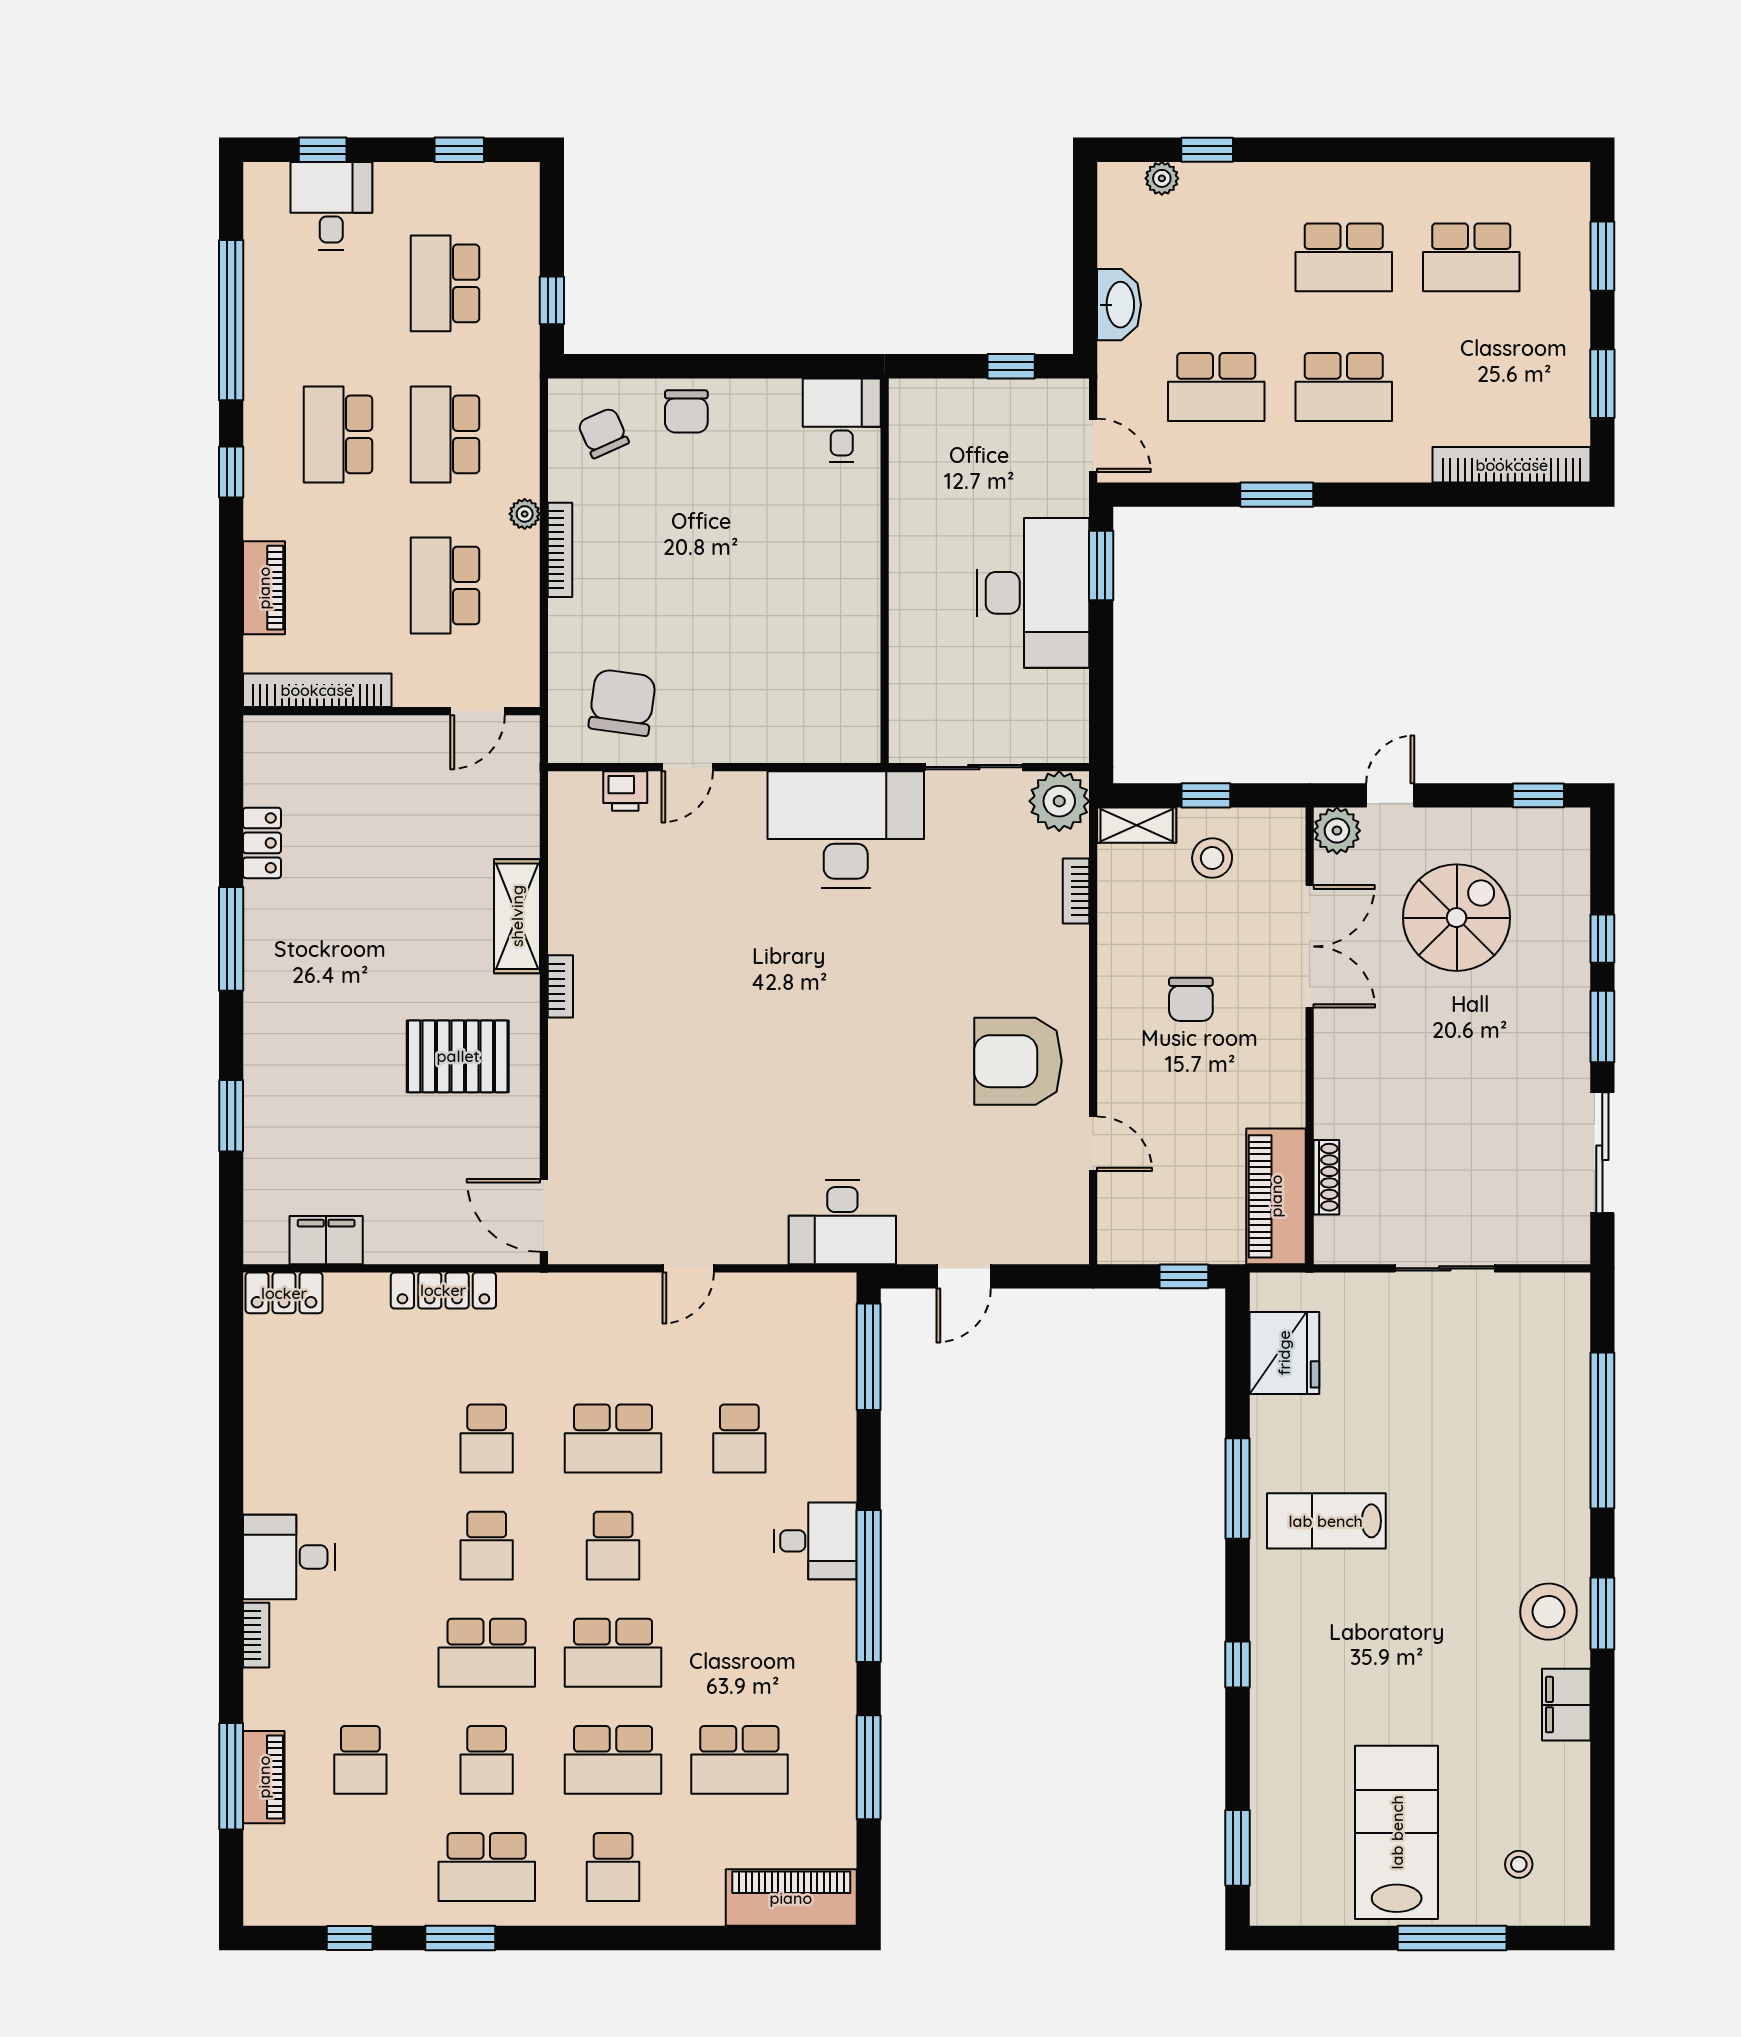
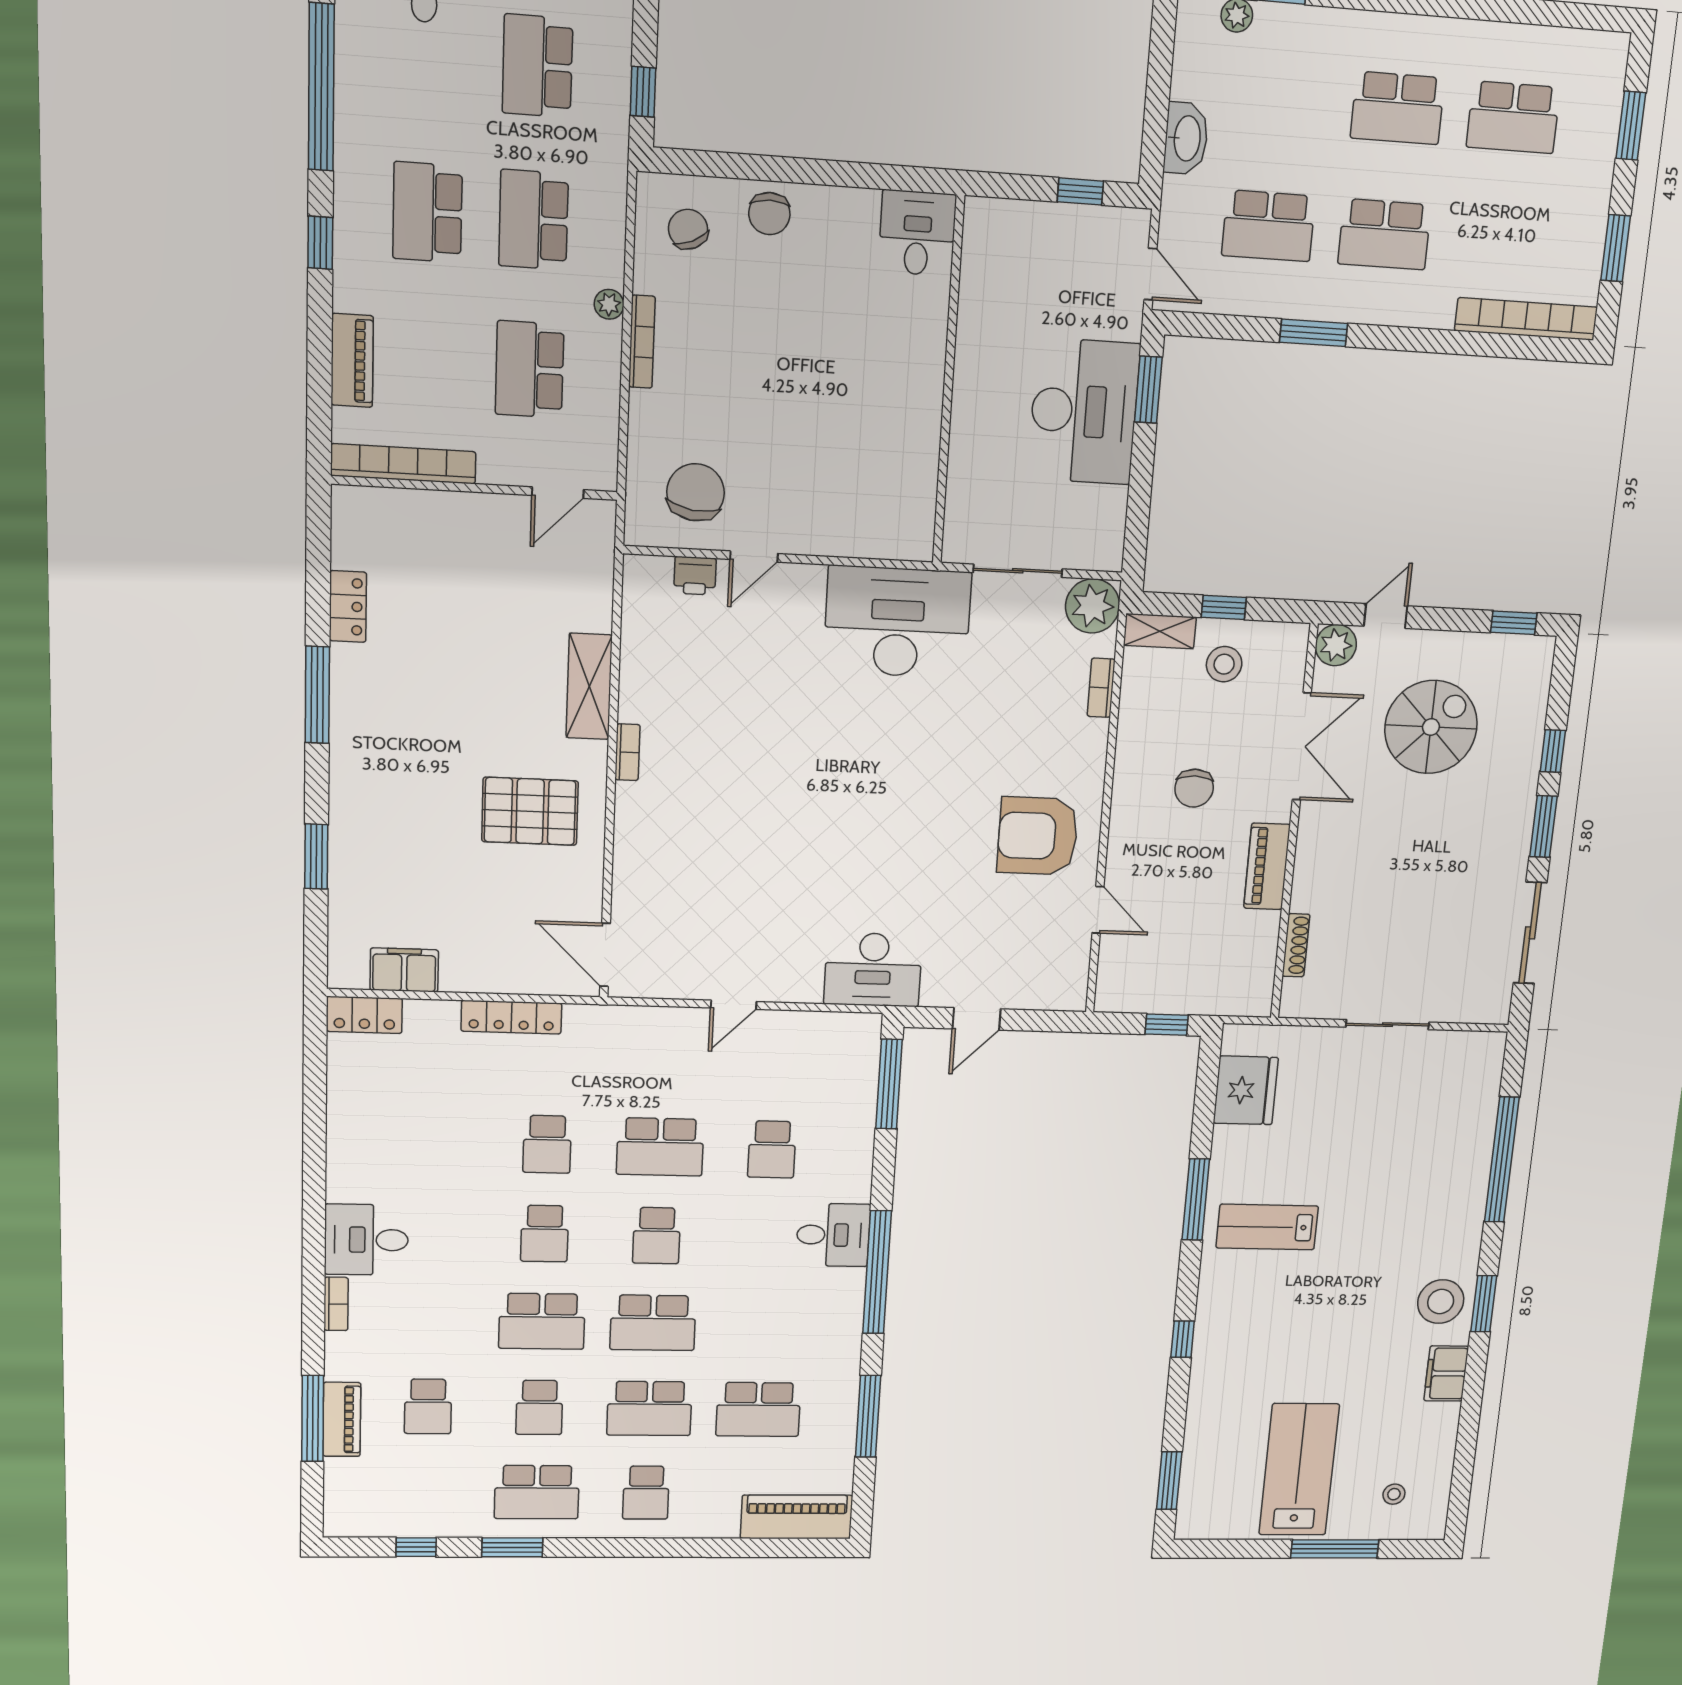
piano: (1276, 1196) -> (1267, 866), moved, width x0.73, depth x0.75

